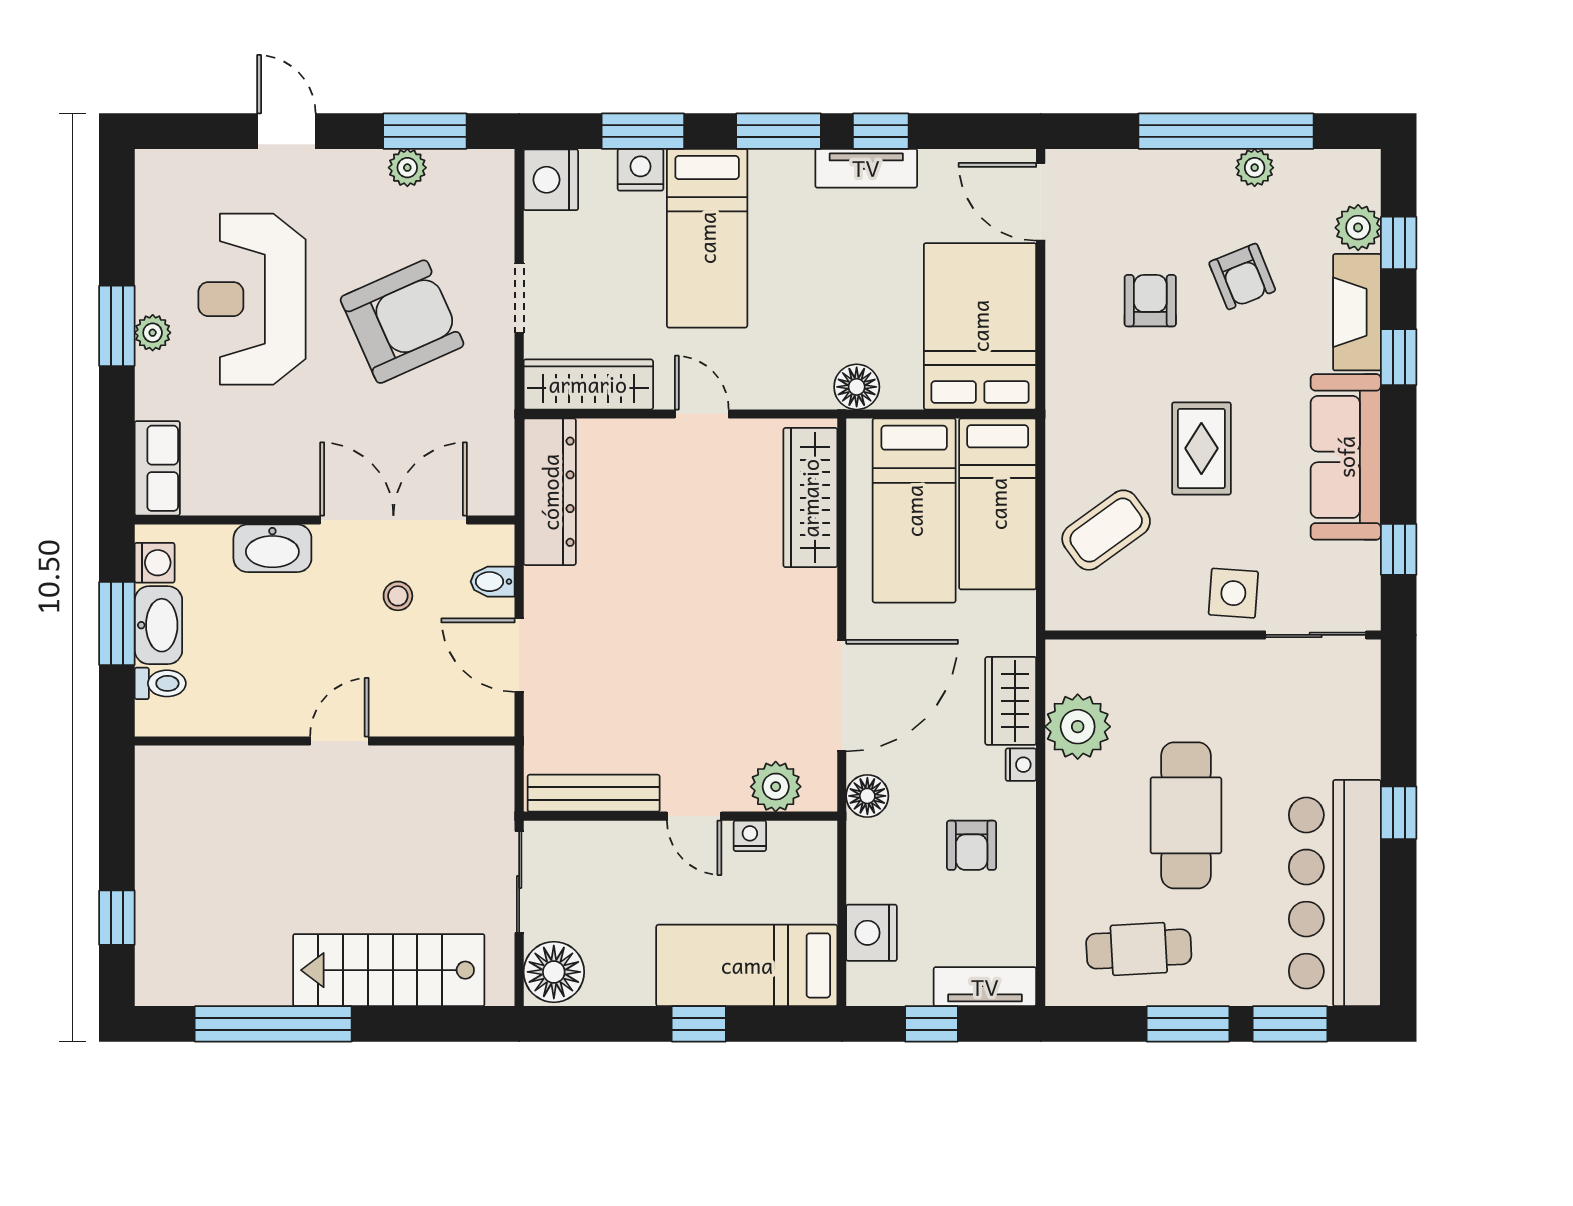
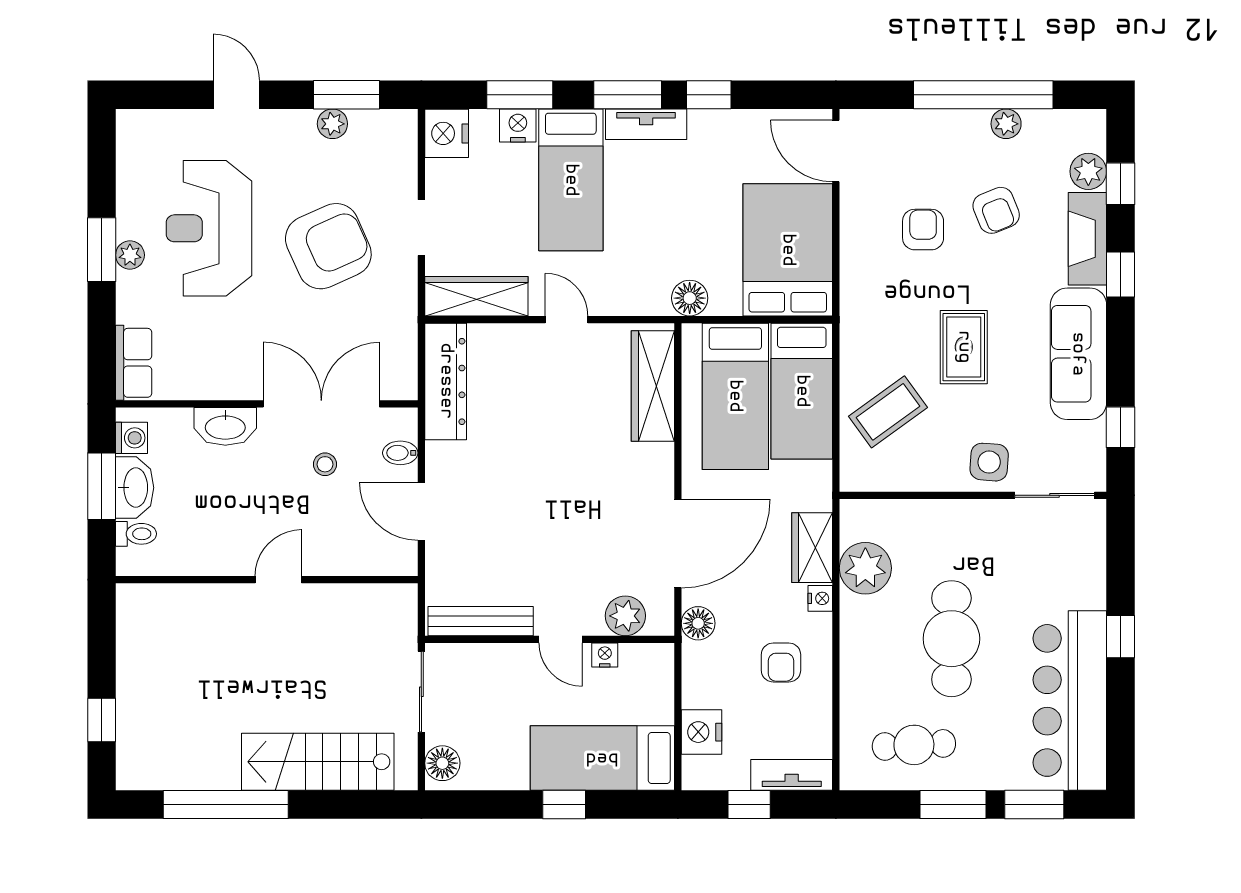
tv unit: (866, 168) -> (646, 124), moved
floor lamp: (554, 972) -> (442, 763), width x0.73, depth x0.73

